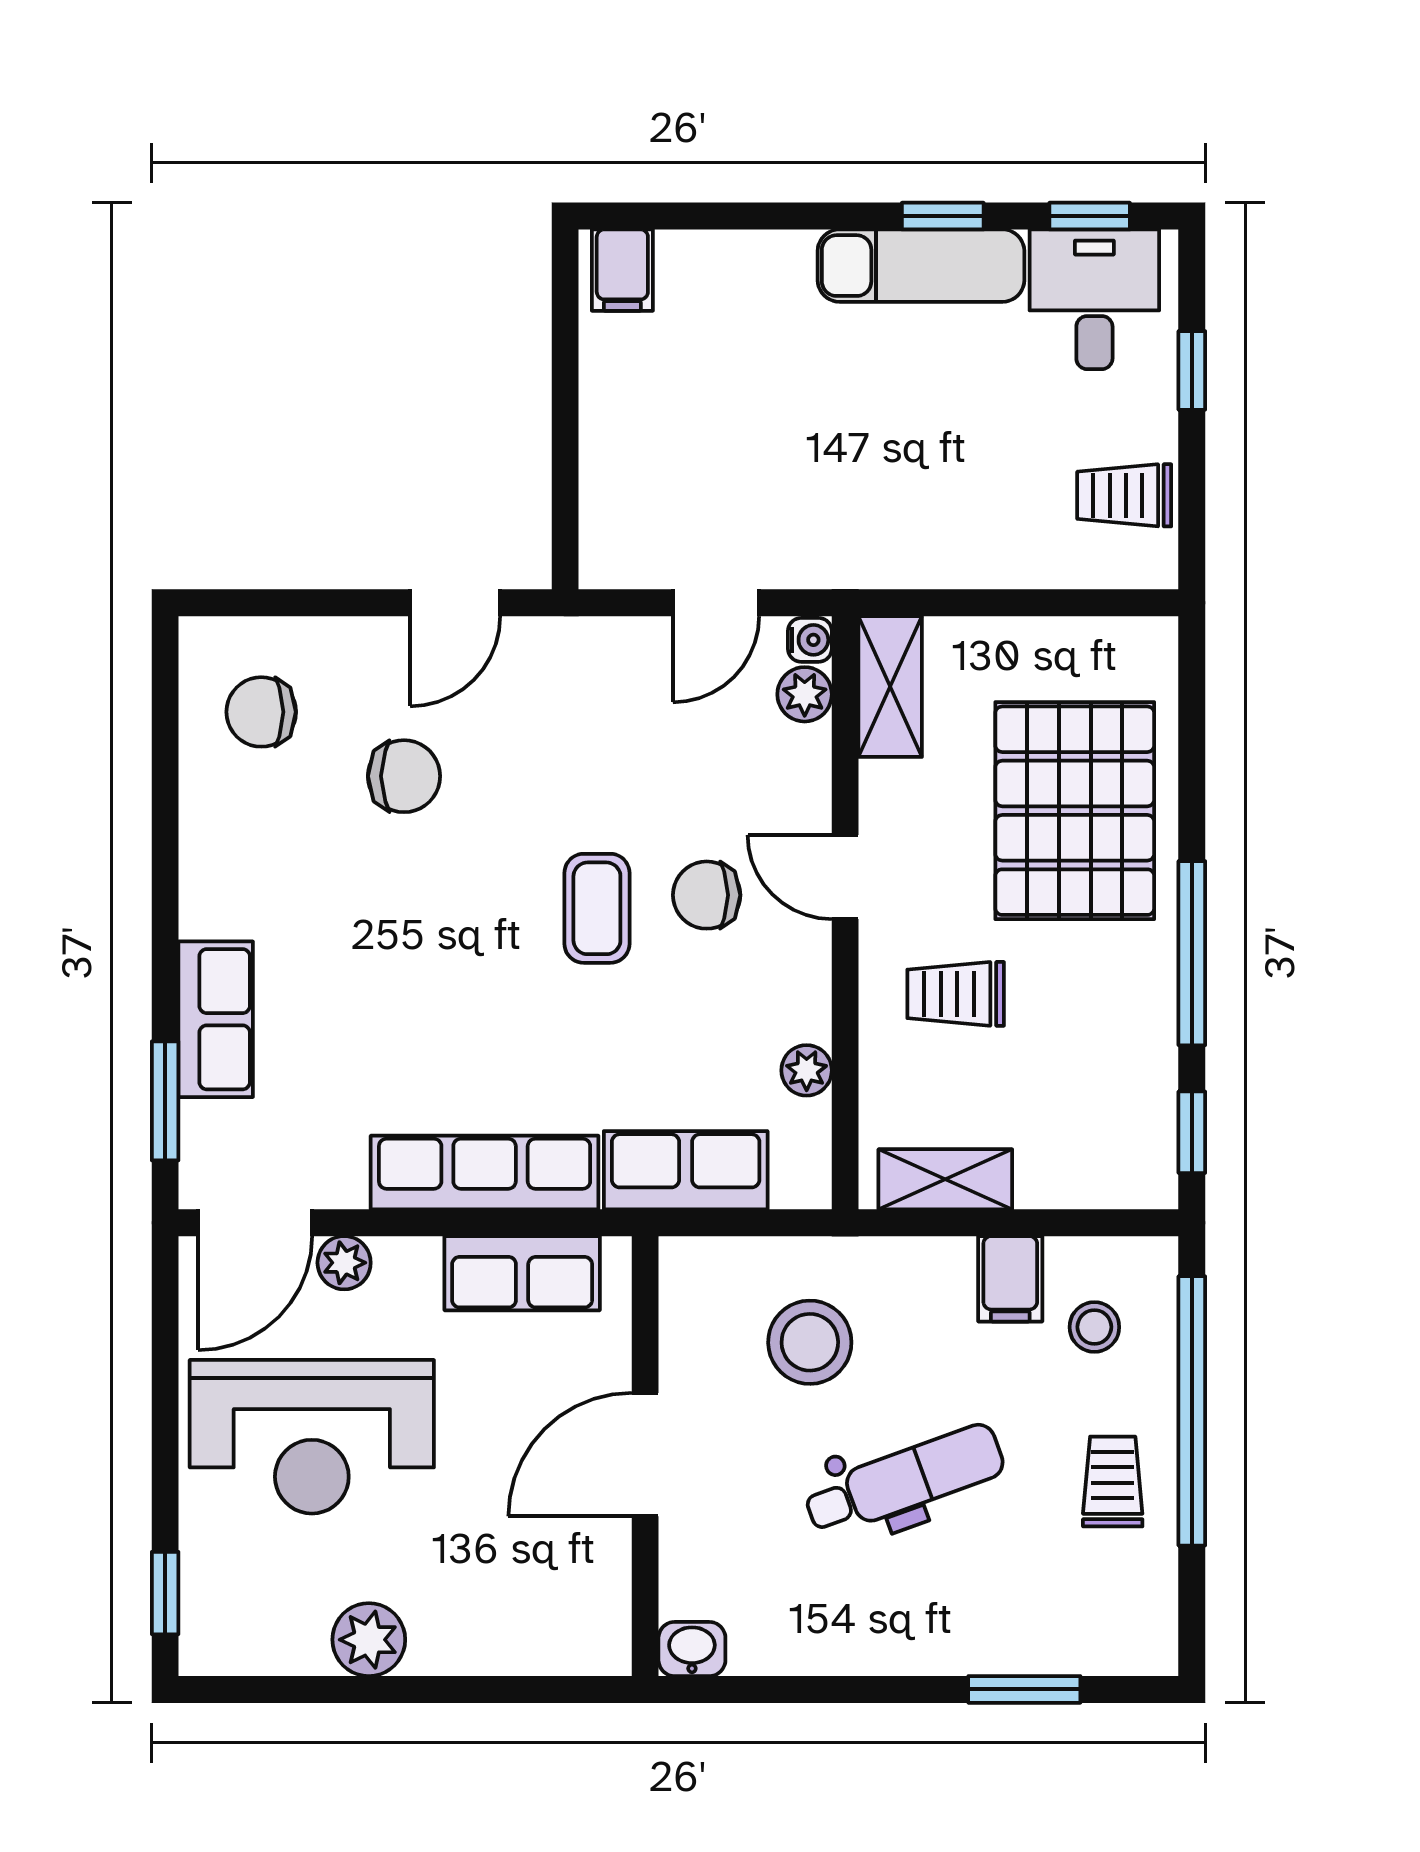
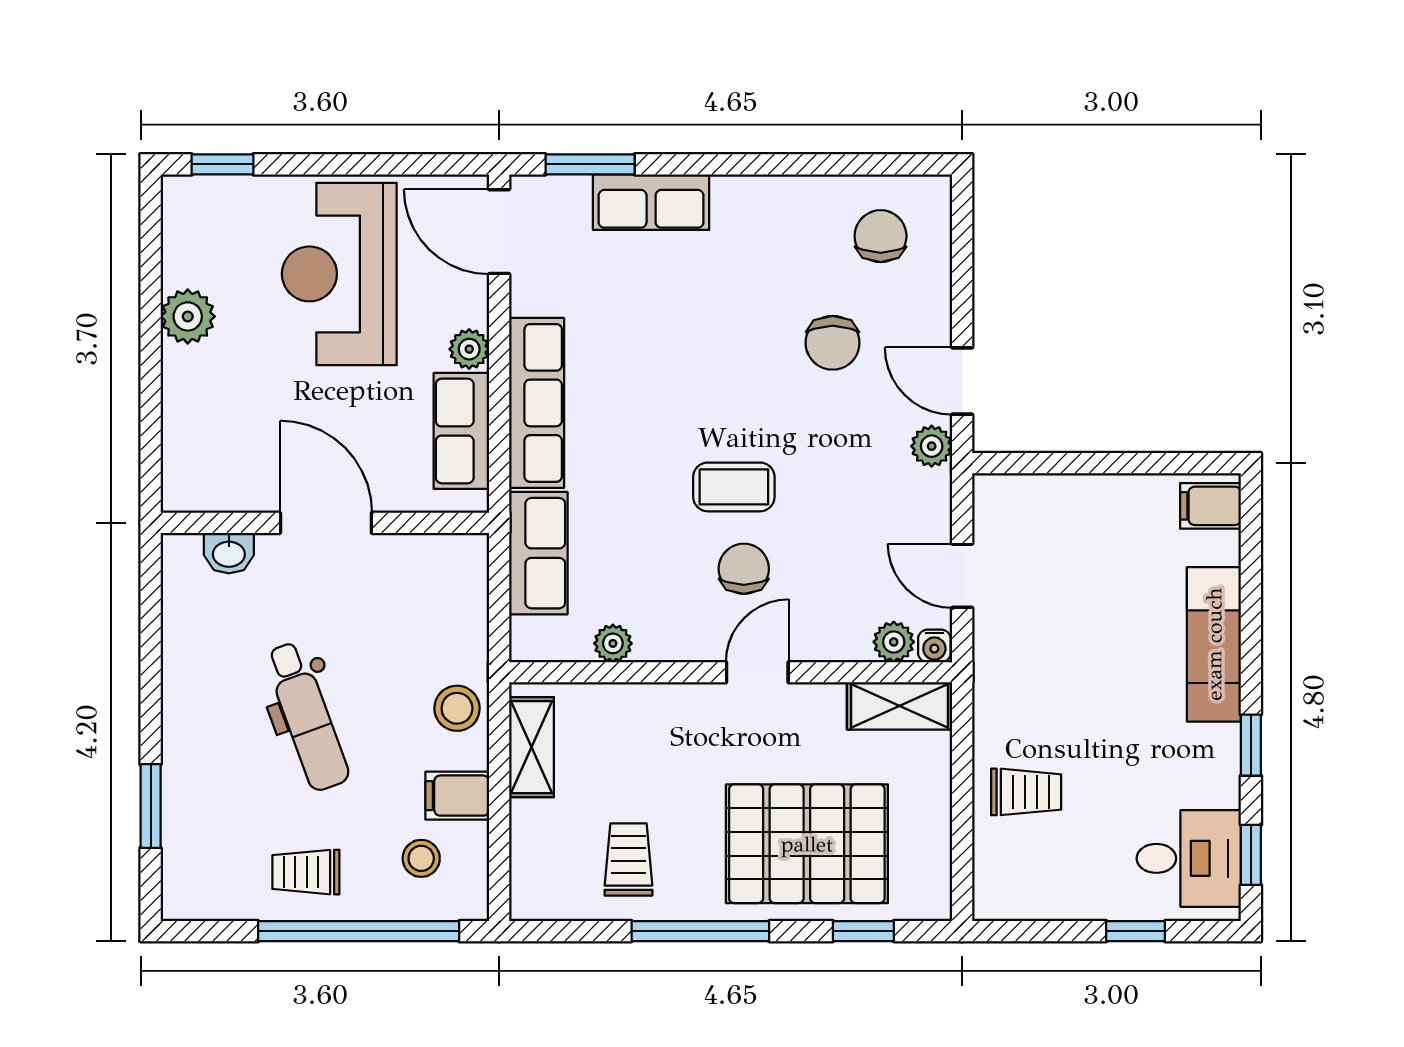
exam couch: (921, 266) -> (1214, 644), moved
trolley: (1124, 495) -> (1026, 792), moved, turned 90
plant: (542, 644) -> (932, 446), added
trolley: (956, 994) -> (628, 860), moved
window: (1192, 1132) -> (863, 931), moved
plant: (344, 1263) -> (469, 349), moved
stool: (810, 1342) -> (457, 708), moved, width x0.73, depth x0.73
trolley: (1113, 1481) -> (306, 872), turned 180
washbasin: (692, 1649) -> (229, 553), moved, turned 90

